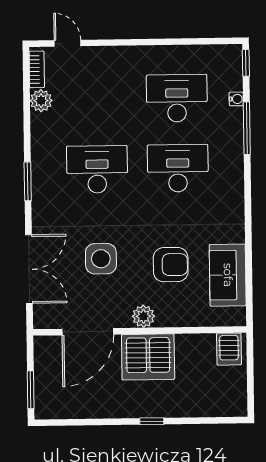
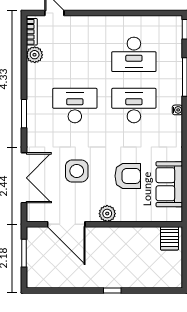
desk: (177, 98) -> (134, 54), turned 180
water cooler: (236, 99) -> (177, 110), moved
door: (88, 332) -> (66, 224), hinge flipped
server rack: (148, 357) -> (110, 243), removed
window: (31, 390) -> (24, 253), moved

